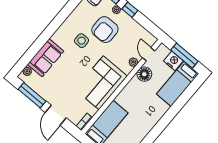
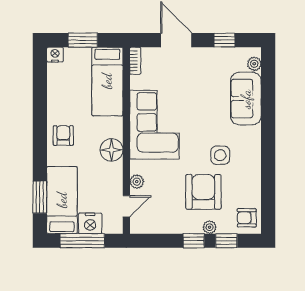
door: (149, 54) -> (126, 206), hinge flipped
floor lamp: (144, 74) -> (112, 150), moved
window: (32, 95) -> (224, 40), width x0.46
window: (187, 95) -> (40, 197), added
armchair: (150, 115) -> (63, 136), added

